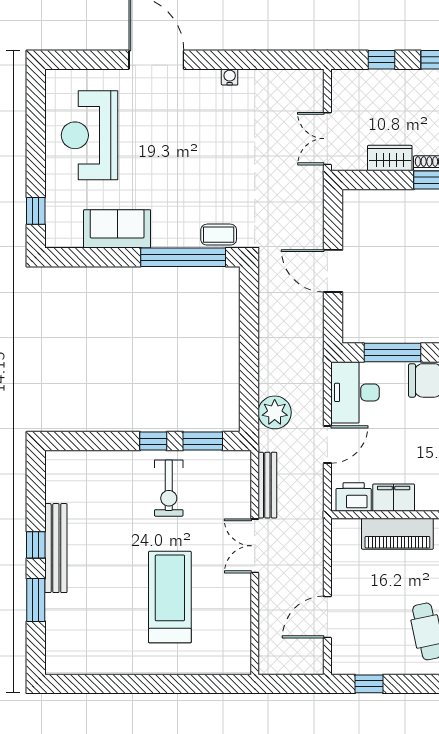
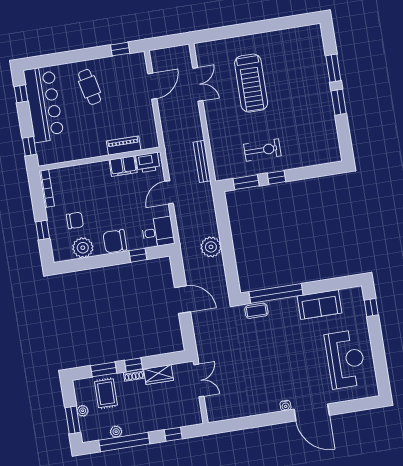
water cooler: (230, 77) -> (286, 406), moved
window: (393, 353) -> (138, 255), width x0.46
desk: (355, 392) -> (158, 232), width x0.73
plant: (275, 412) -> (211, 247), moved
exercise bike: (169, 488) -> (262, 150), turned 90
piano: (397, 534) -> (124, 146), width x0.73, depth x0.75
window: (36, 545) -> (339, 102), width x1.50
double door: (255, 546) -> (198, 84), moved
bench: (56, 548) -> (326, 102), removed

